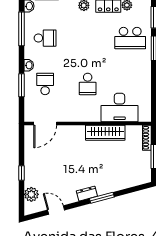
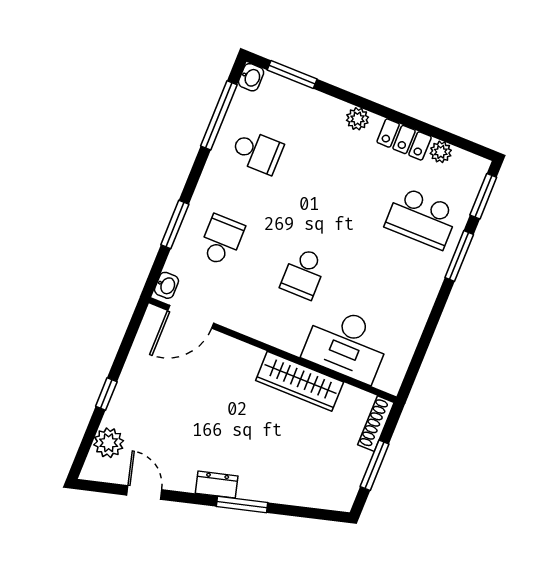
washbasin: (29, 65) -> (167, 285), moved

